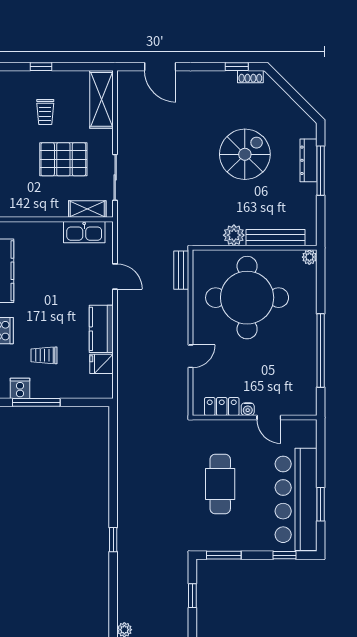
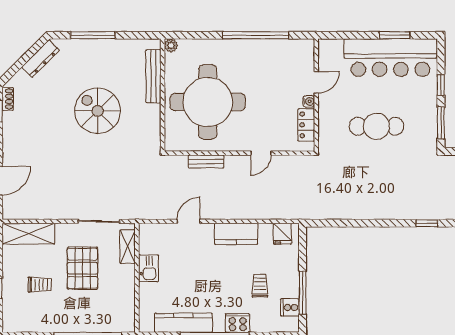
spiral stairs: (245, 154) -> (98, 111), moved
dresser: (309, 160) -> (41, 59), moved, turned -45
kitchen sink: (84, 232) -> (148, 268), moved, width x0.73
plant: (234, 235) -> (151, 114), removed
bench: (181, 270) -> (206, 161), moved
trolley: (44, 355) -> (260, 286), turned 180
door: (191, 356) -> (261, 153), swing flipped
fridge: (102, 364) -> (282, 234), moved
window: (285, 555) -> (441, 85), moved

